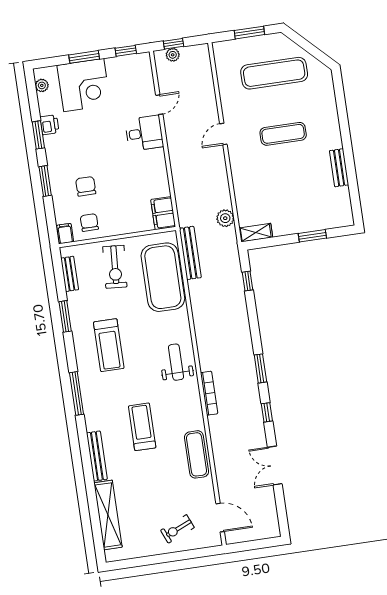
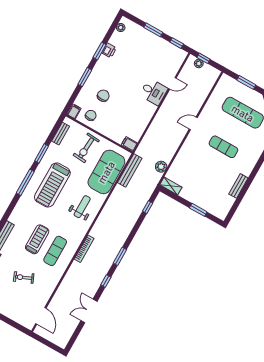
corner desk: (84, 85) -> (142, 44), removed
filing cabinet: (163, 213) -> (129, 144), width x0.50
treadmill: (109, 345) -> (52, 185), width x1.37, depth x1.38
weight bench: (176, 362) -> (82, 207), moved
window: (77, 393) -> (25, 182), moved
exercise mat: (197, 454) -> (55, 251), moved
exercise bike: (178, 529) -> (24, 278), moved

